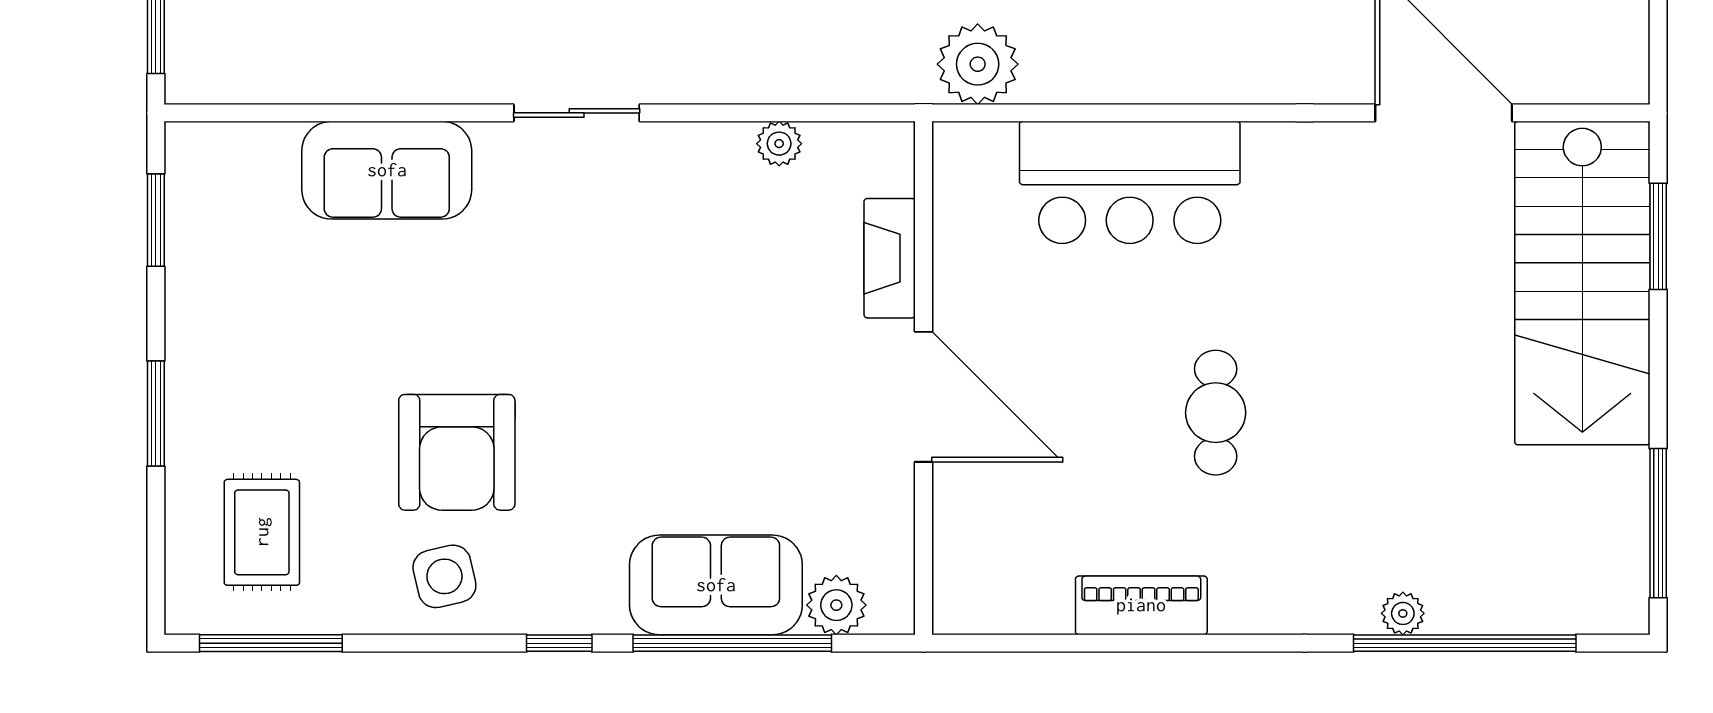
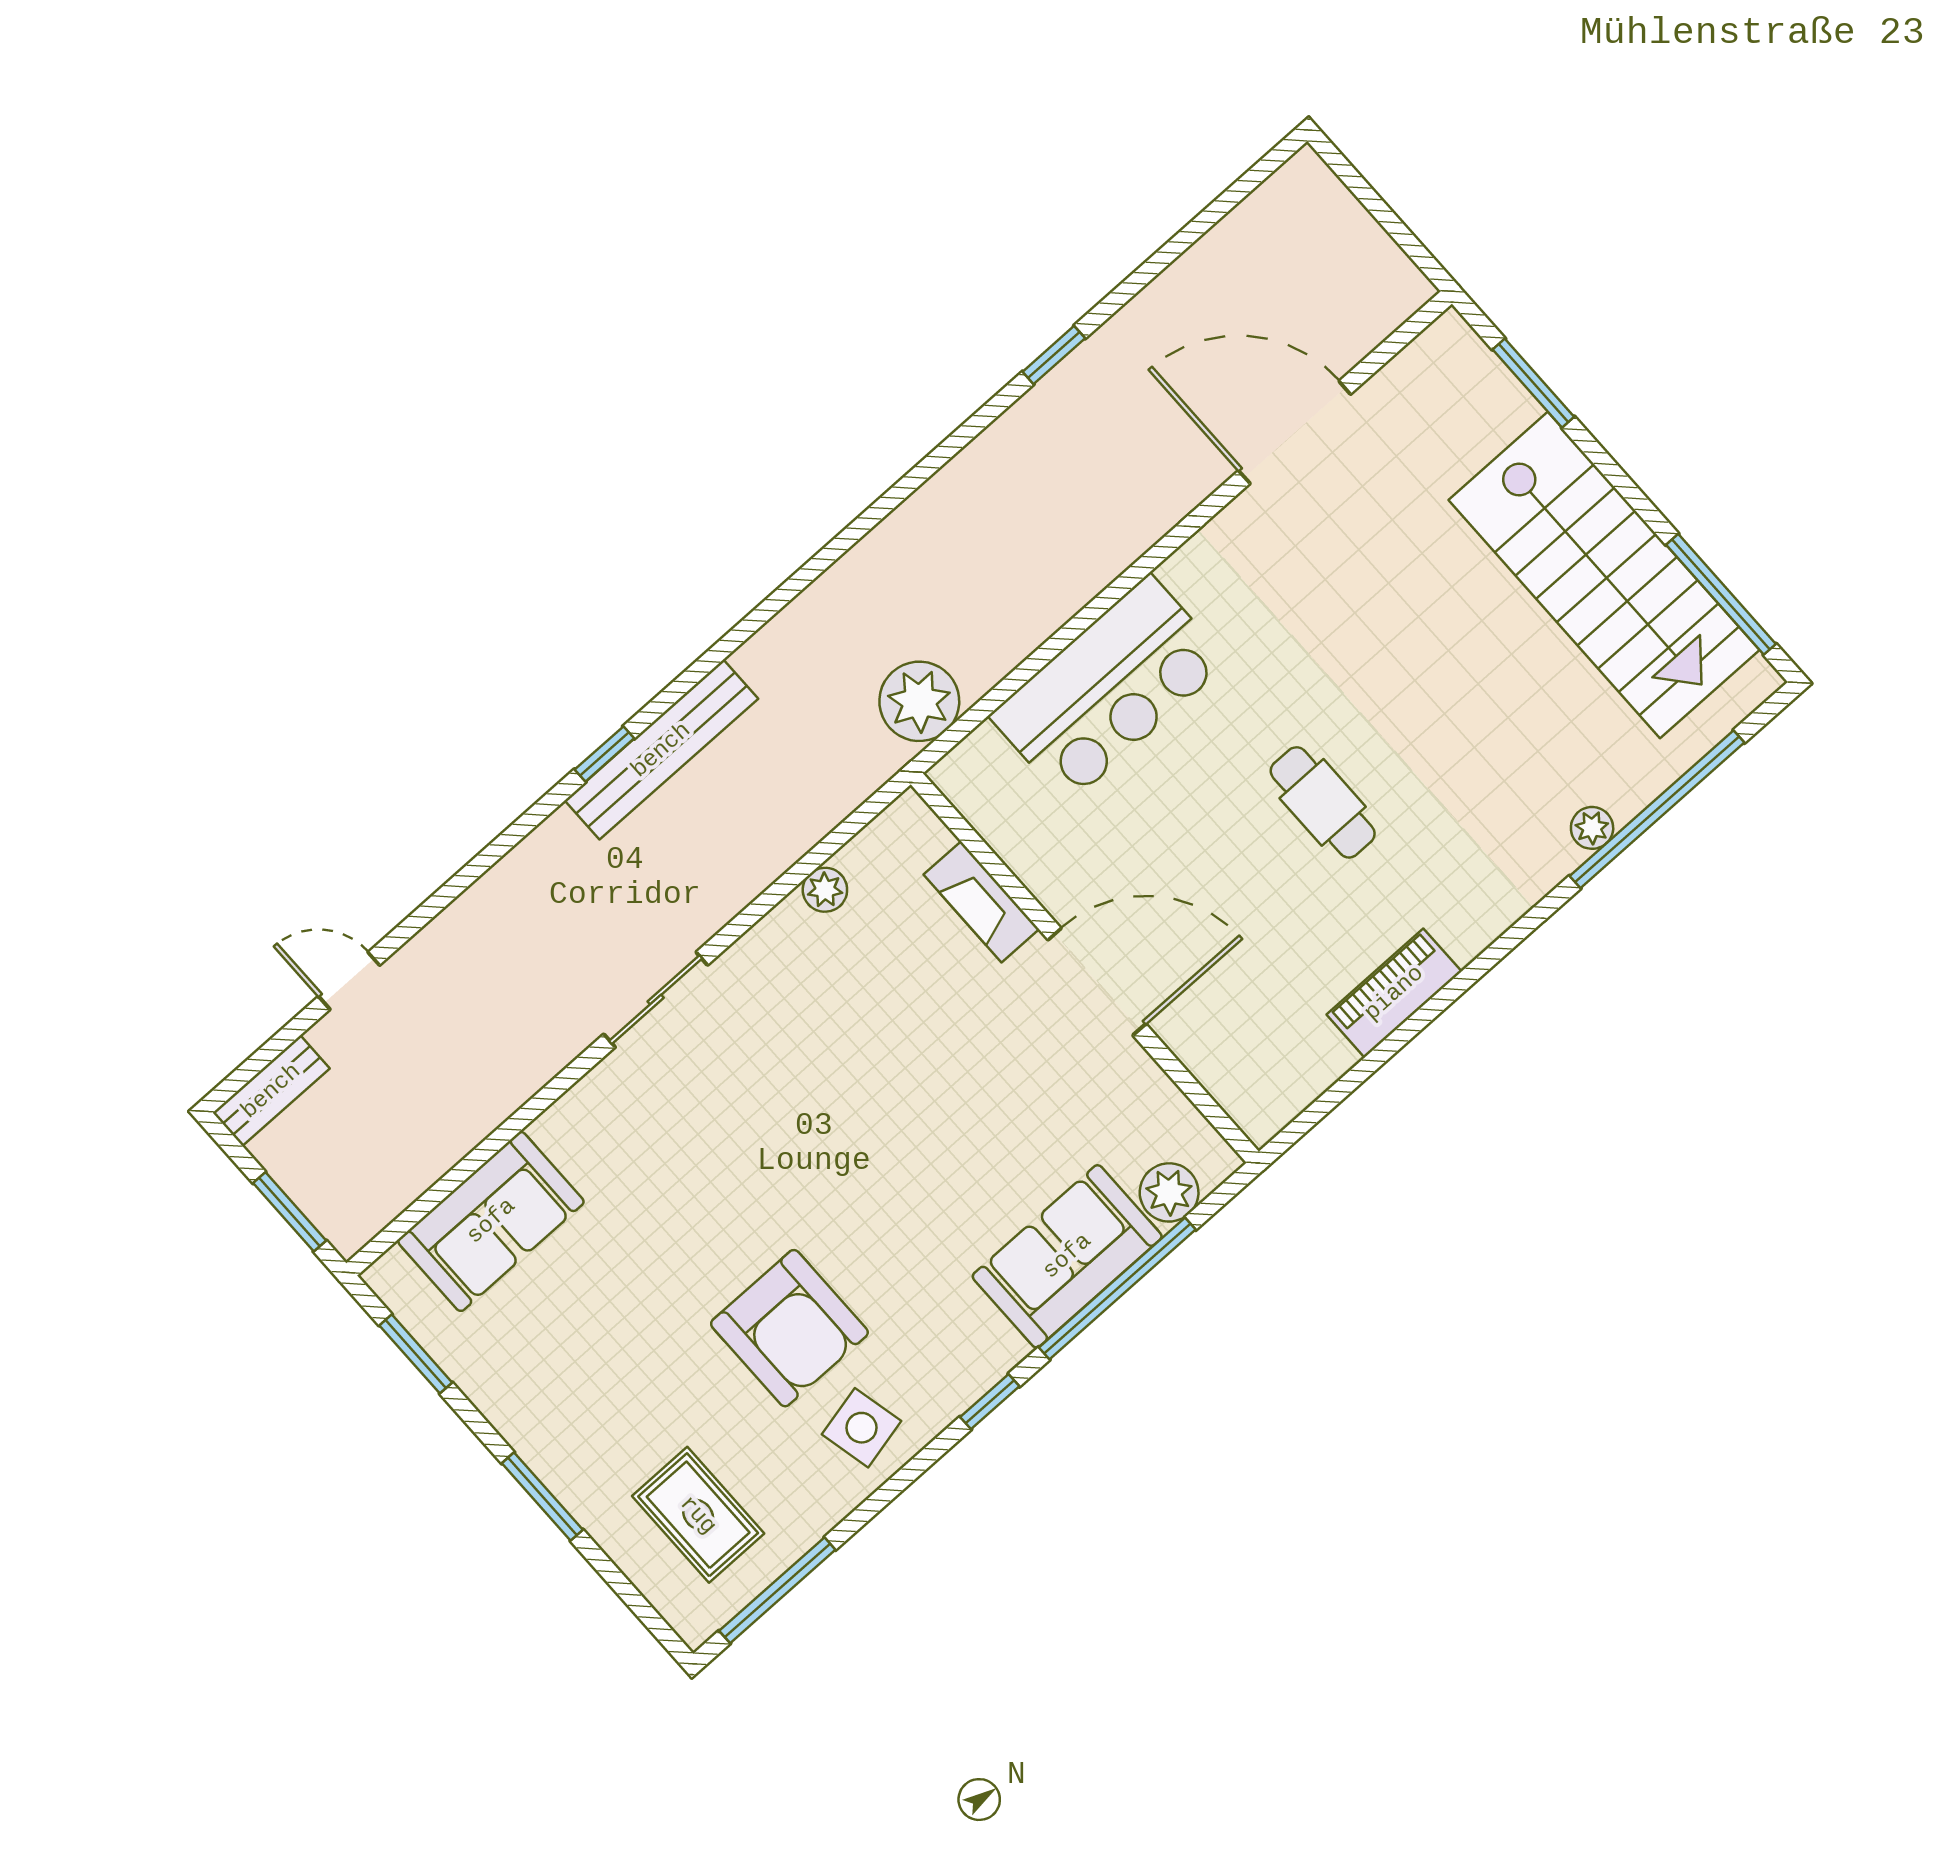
sofa: (387, 170) -> (491, 1221), moved
stairs: (1582, 283) -> (1604, 575), moved

